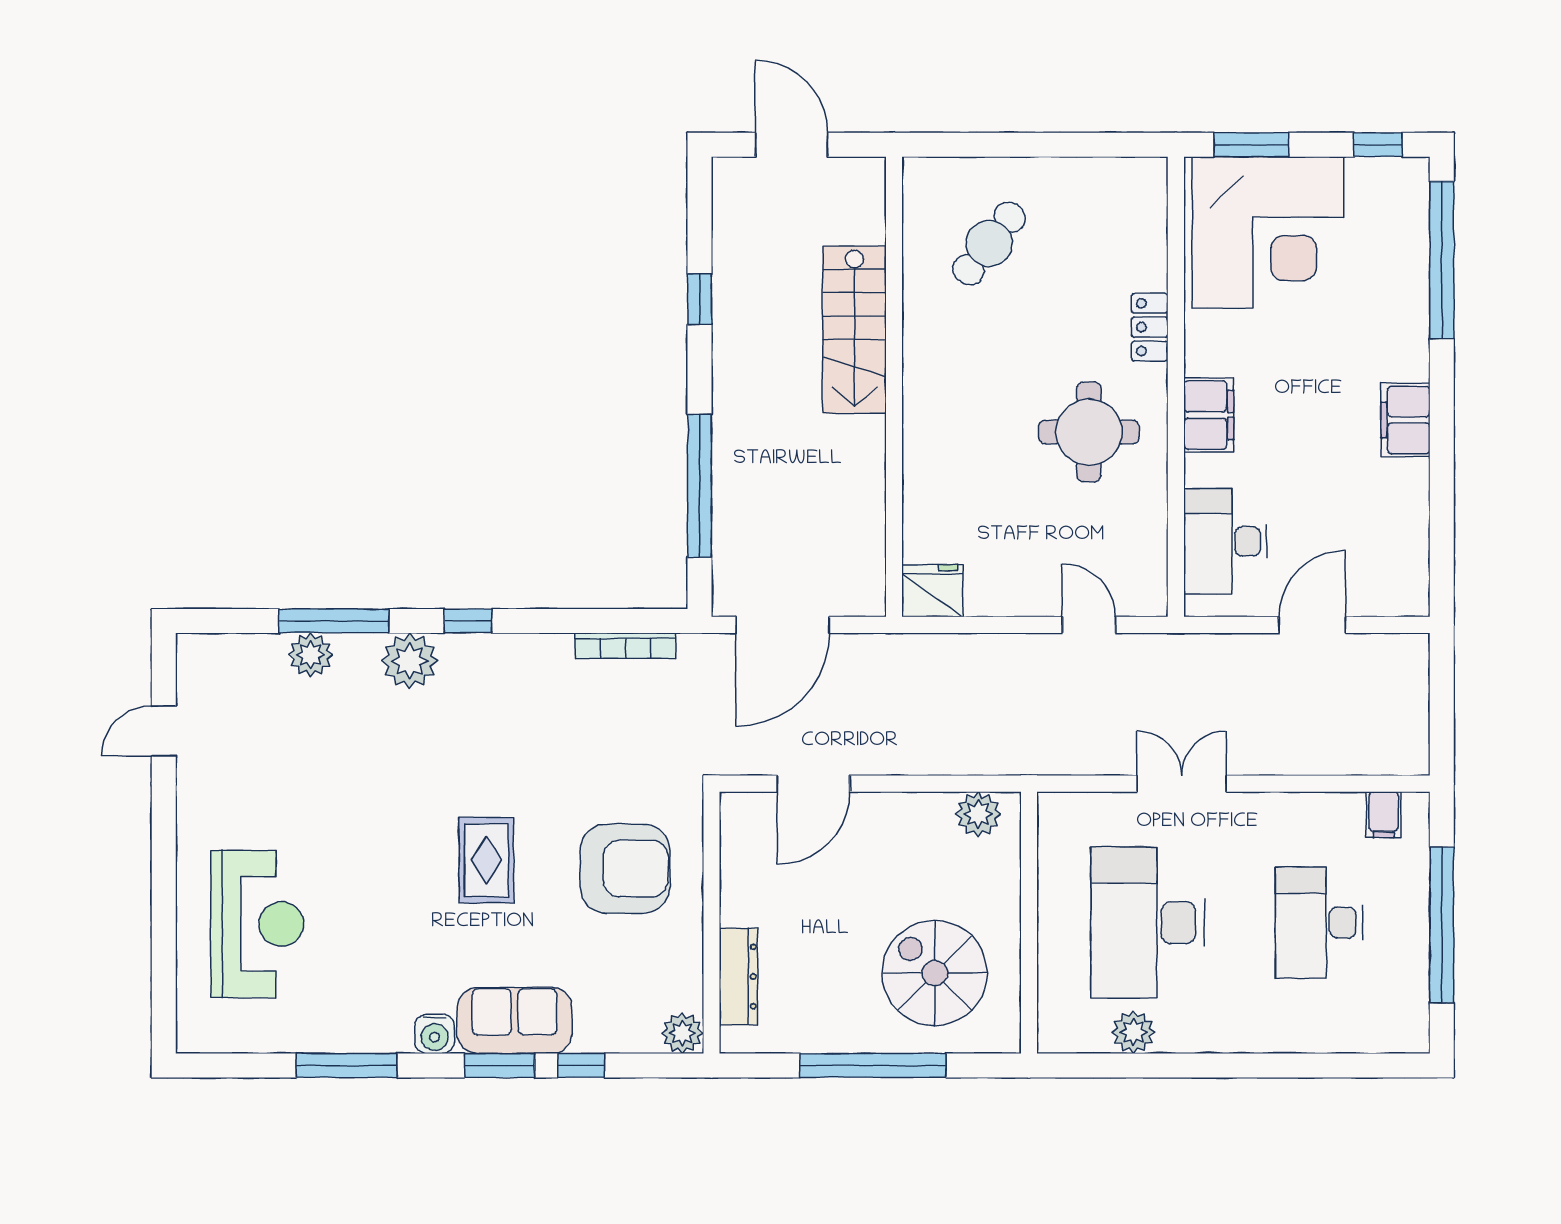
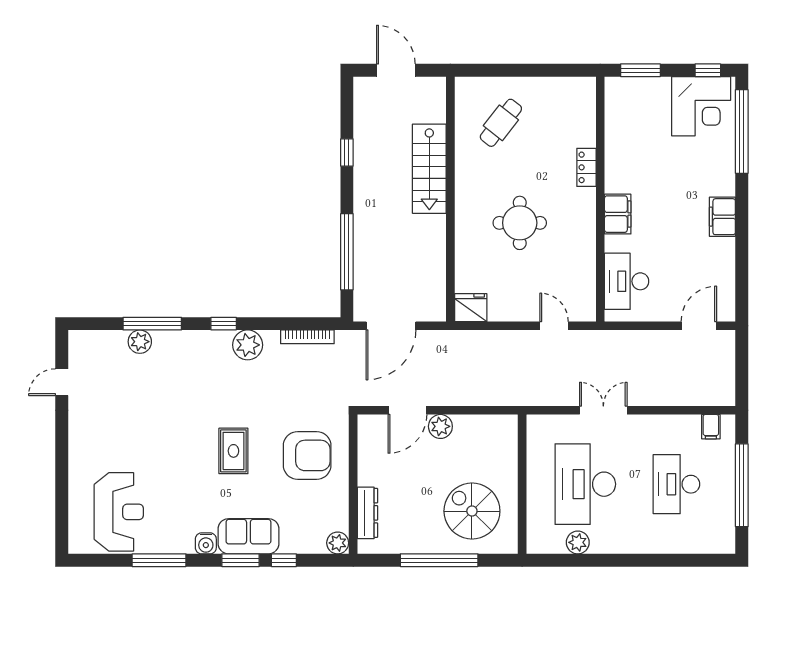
corner desk: (1268, 232) -> (701, 106), moved, width x0.74, depth x0.74
round table: (1089, 432) -> (520, 223), moved
door: (1312, 625) -> (699, 326), moved
plant: (410, 661) -> (248, 345), moved
plant: (978, 814) -> (440, 426), moved
reception desk: (257, 924) -> (119, 512), moved

